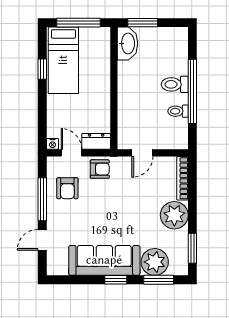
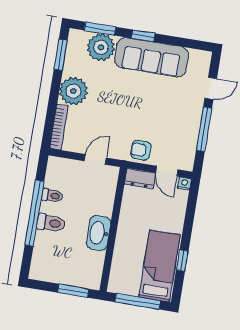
washbasin: (127, 43) -> (98, 233), moved
armchair: (67, 188) -> (177, 136), removed

